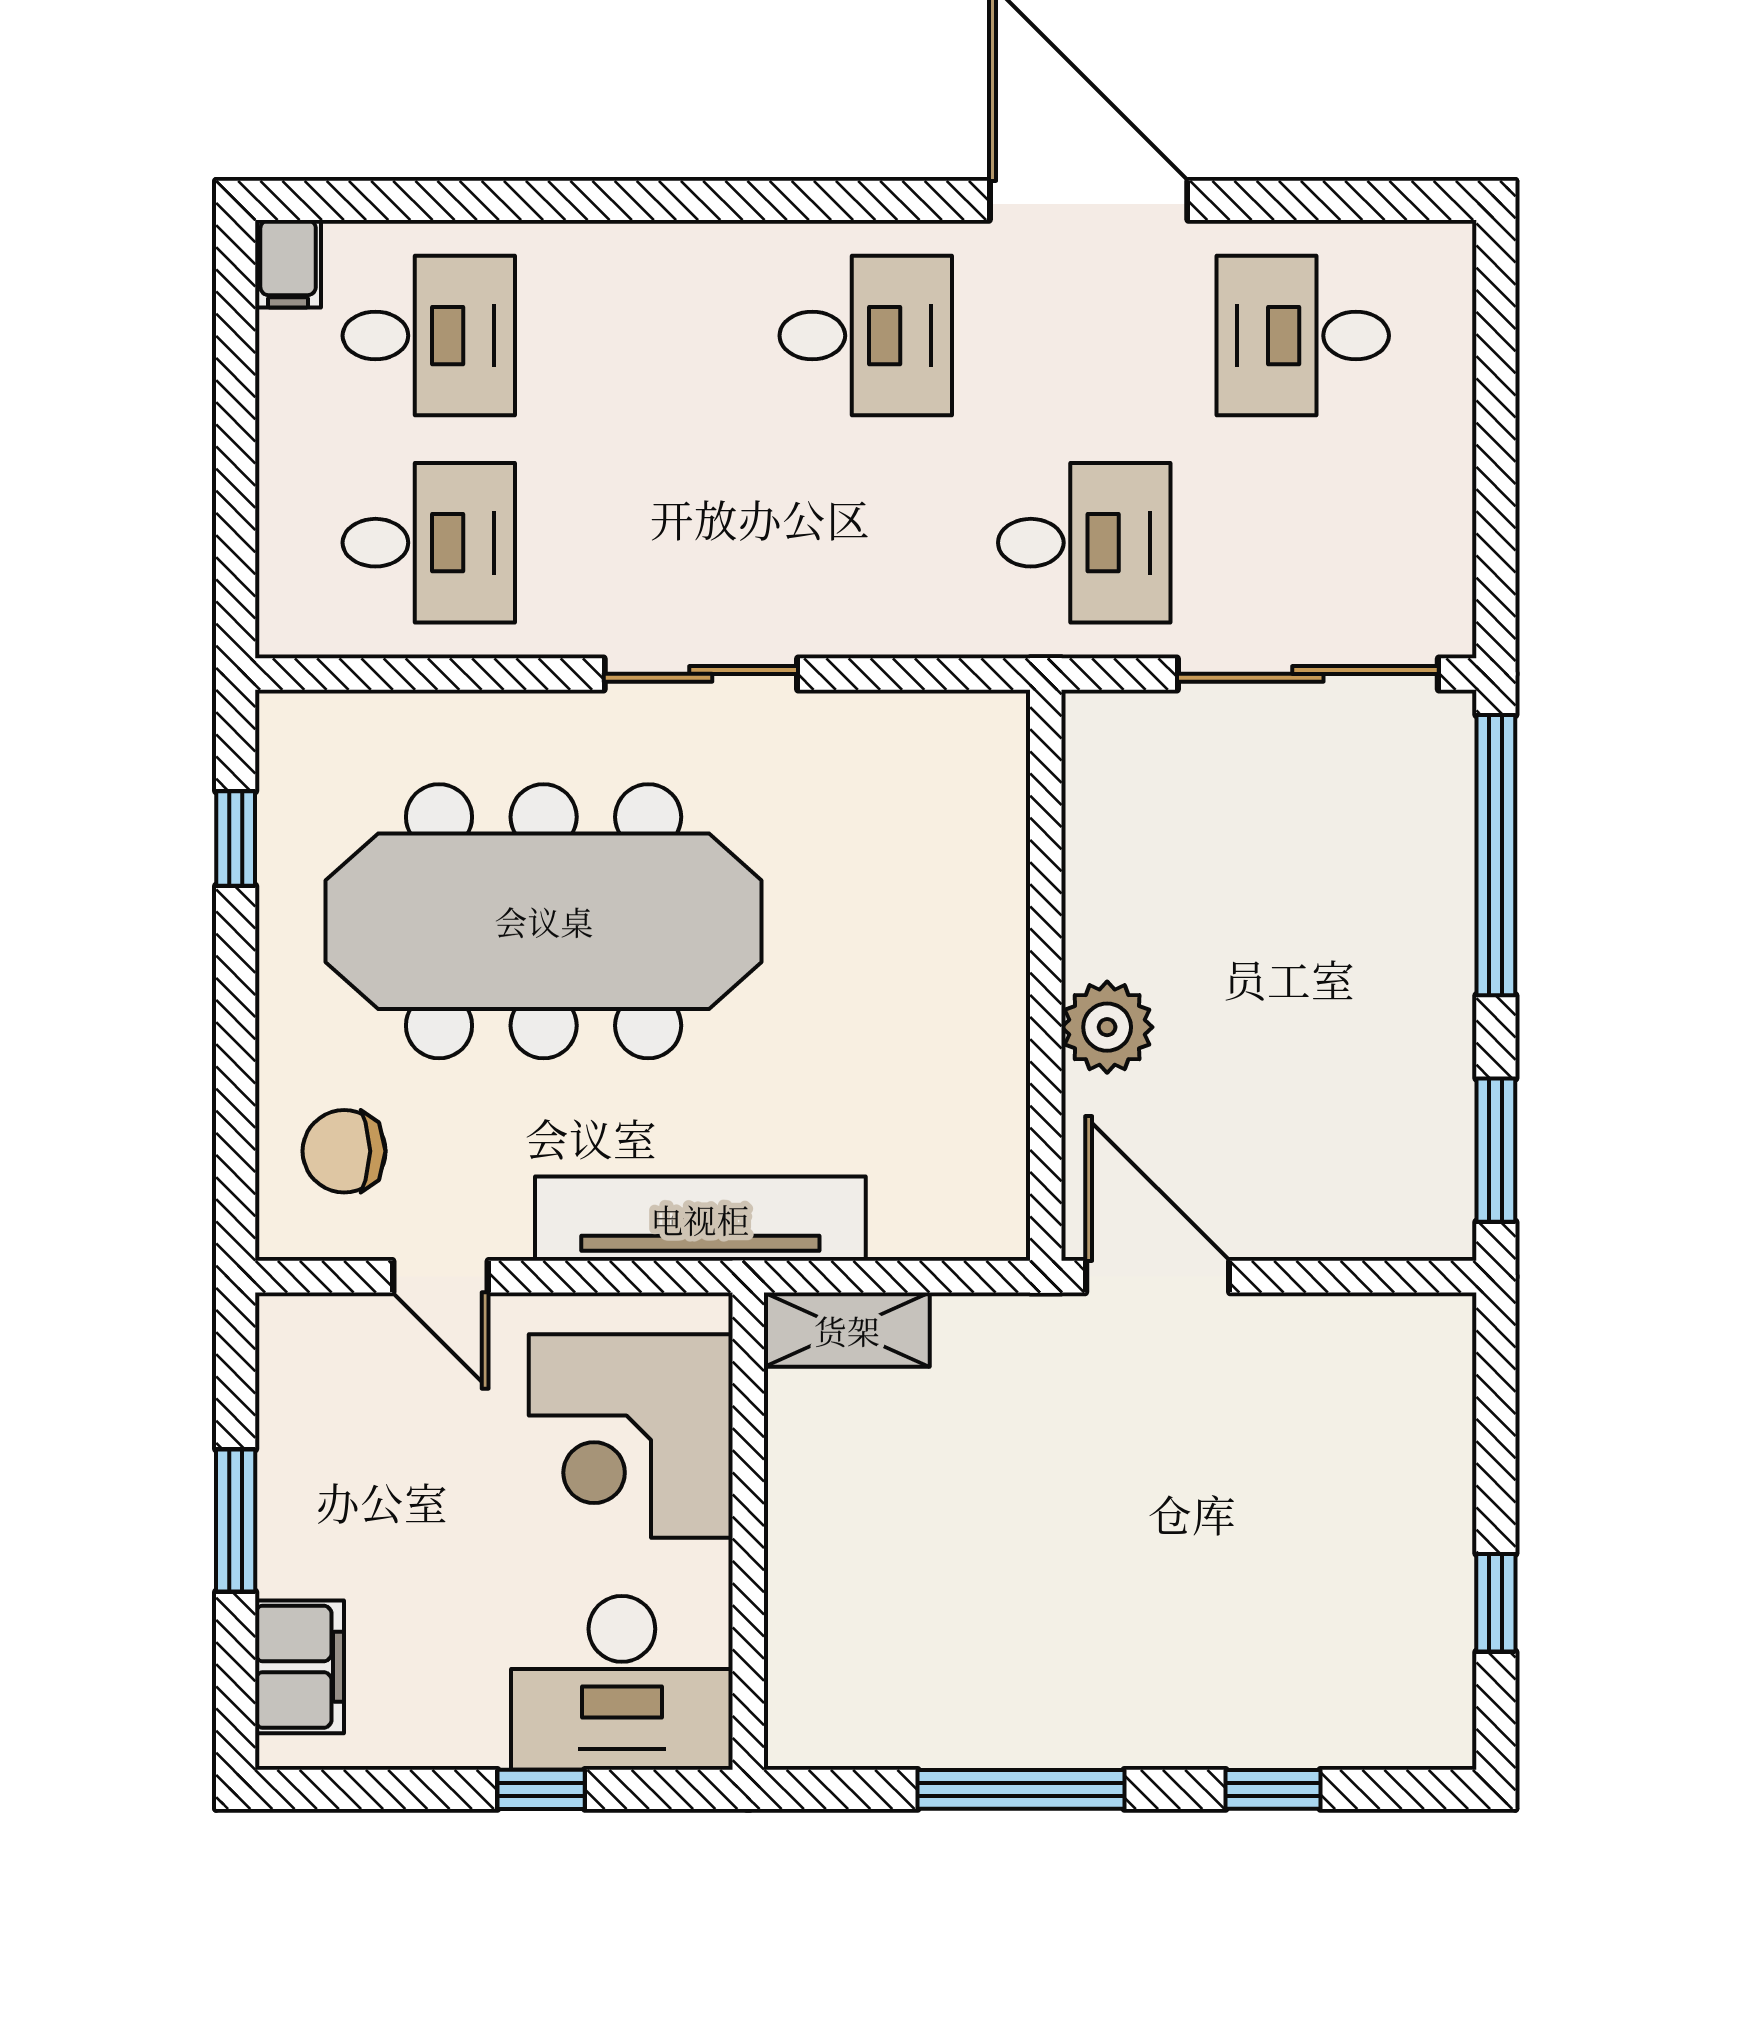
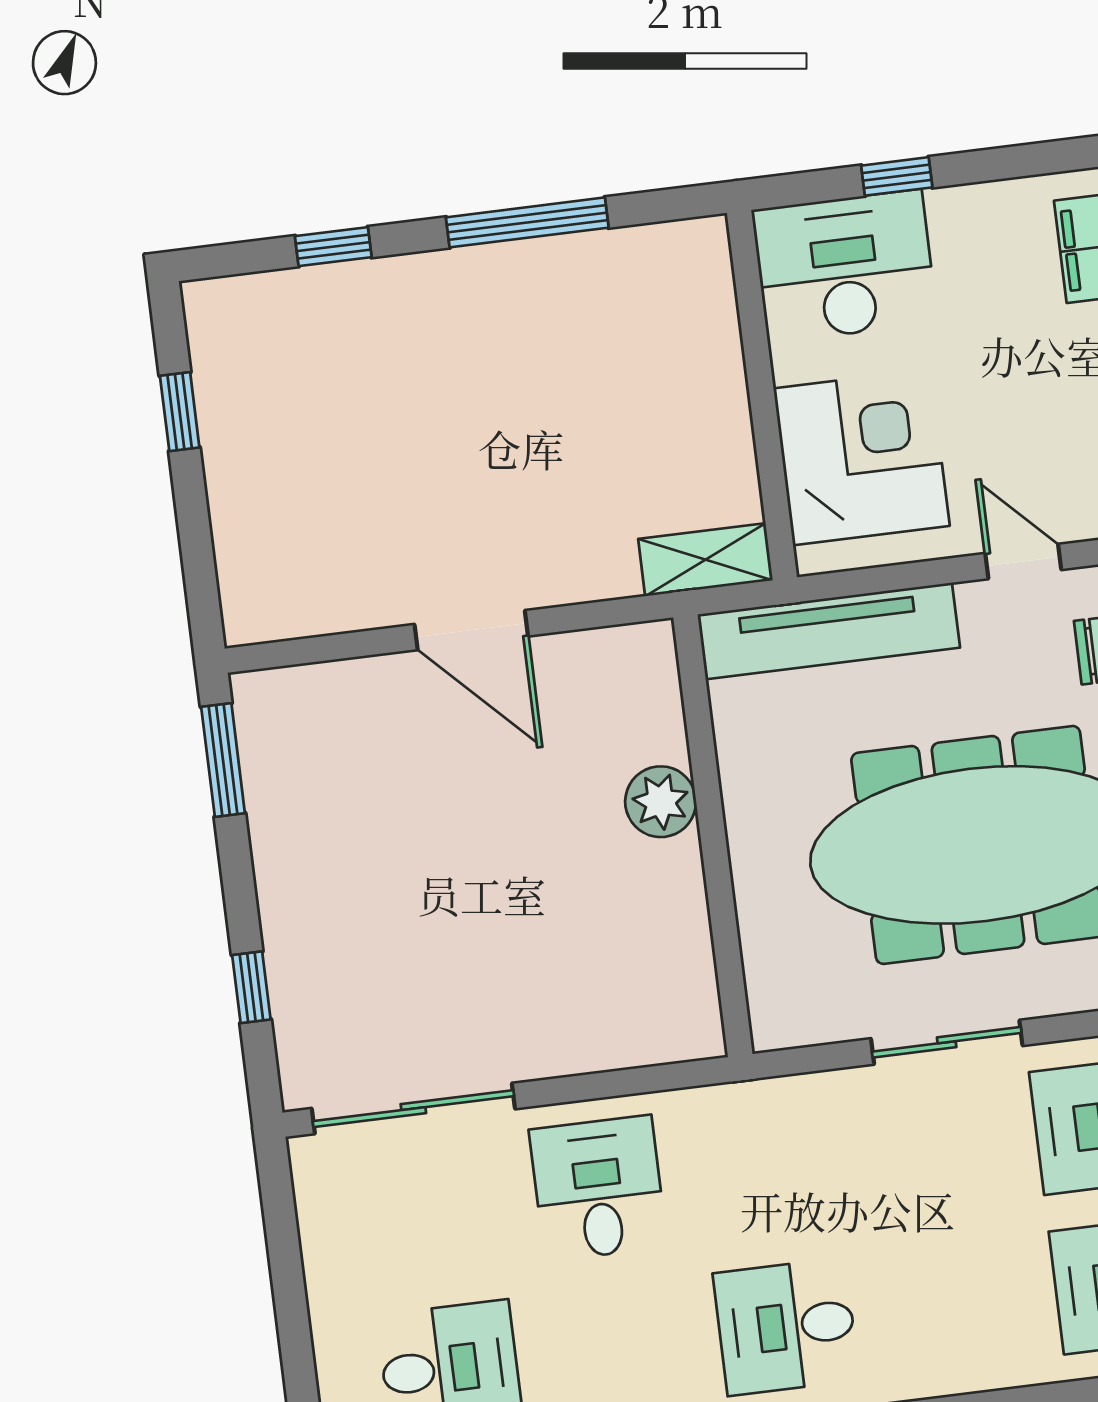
desk: (1084, 543) -> (598, 1188), turned 90
sliding door: (701, 674) -> (947, 1042), moved
window: (1496, 855) -> (251, 987), width x0.32
wall: (1046, 975) -> (713, 836), moved
plant: (1107, 1027) -> (661, 802), moved

